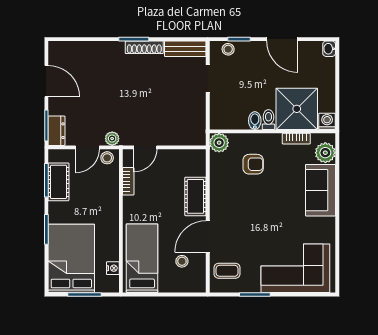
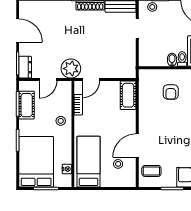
plant: (112, 139) -> (71, 69), width x1.88, depth x1.88
plant: (219, 143) -> (146, 76), removed
stool: (107, 158) -> (61, 121), moved
armchair: (253, 164) -> (171, 92), turned 90
cot: (195, 196) -> (128, 95), moved

